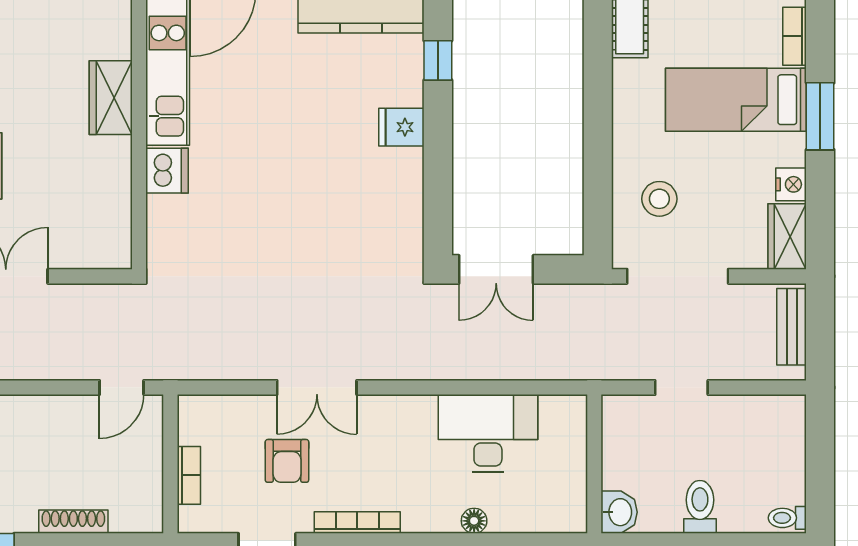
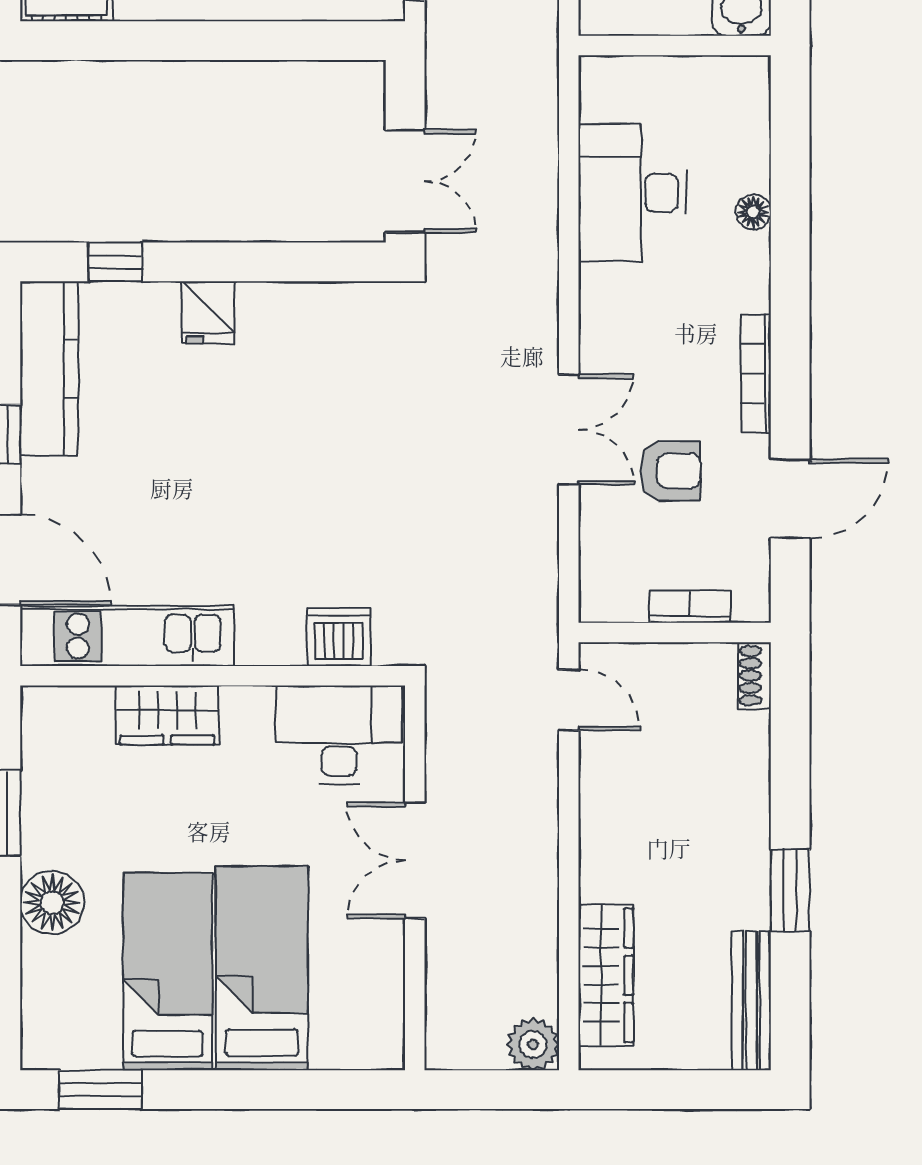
dishwasher: (167, 171) -> (339, 637), moved
desk: (96, 221) -> (339, 735), added
shoe rack: (73, 522) -> (755, 676), moved, width x0.70

